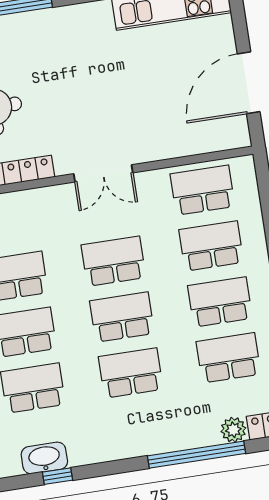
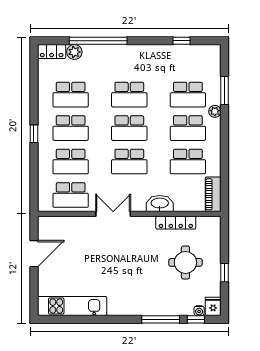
door: (249, 83) -> (34, 254), width x0.73
double door: (103, 173) -> (113, 214), moved
washbasin: (44, 458) -> (160, 203), moved, turned 180

